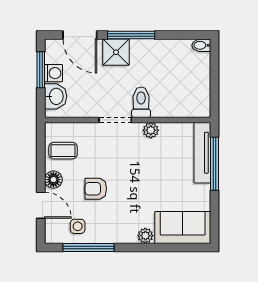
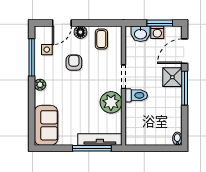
plant: (151, 130) -> (111, 102), width x1.87, depth x1.87
plant: (145, 236) -> (40, 85), moved

